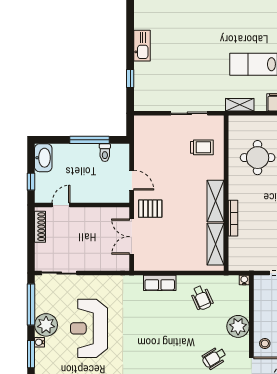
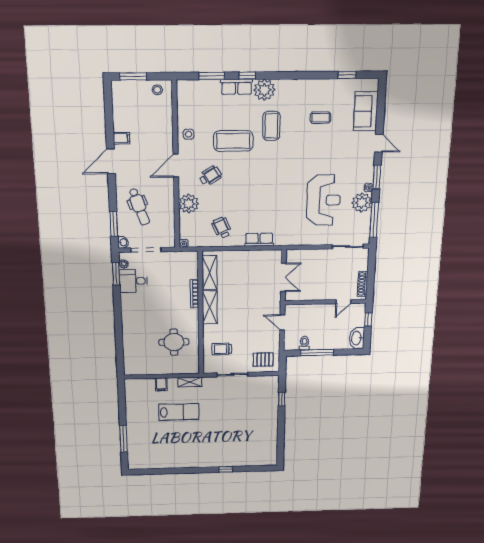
kitchen sink: (142, 46) -> (271, 423), removed
pallet: (150, 209) -> (263, 360), moved
stool: (265, 343) -> (164, 189), removed

